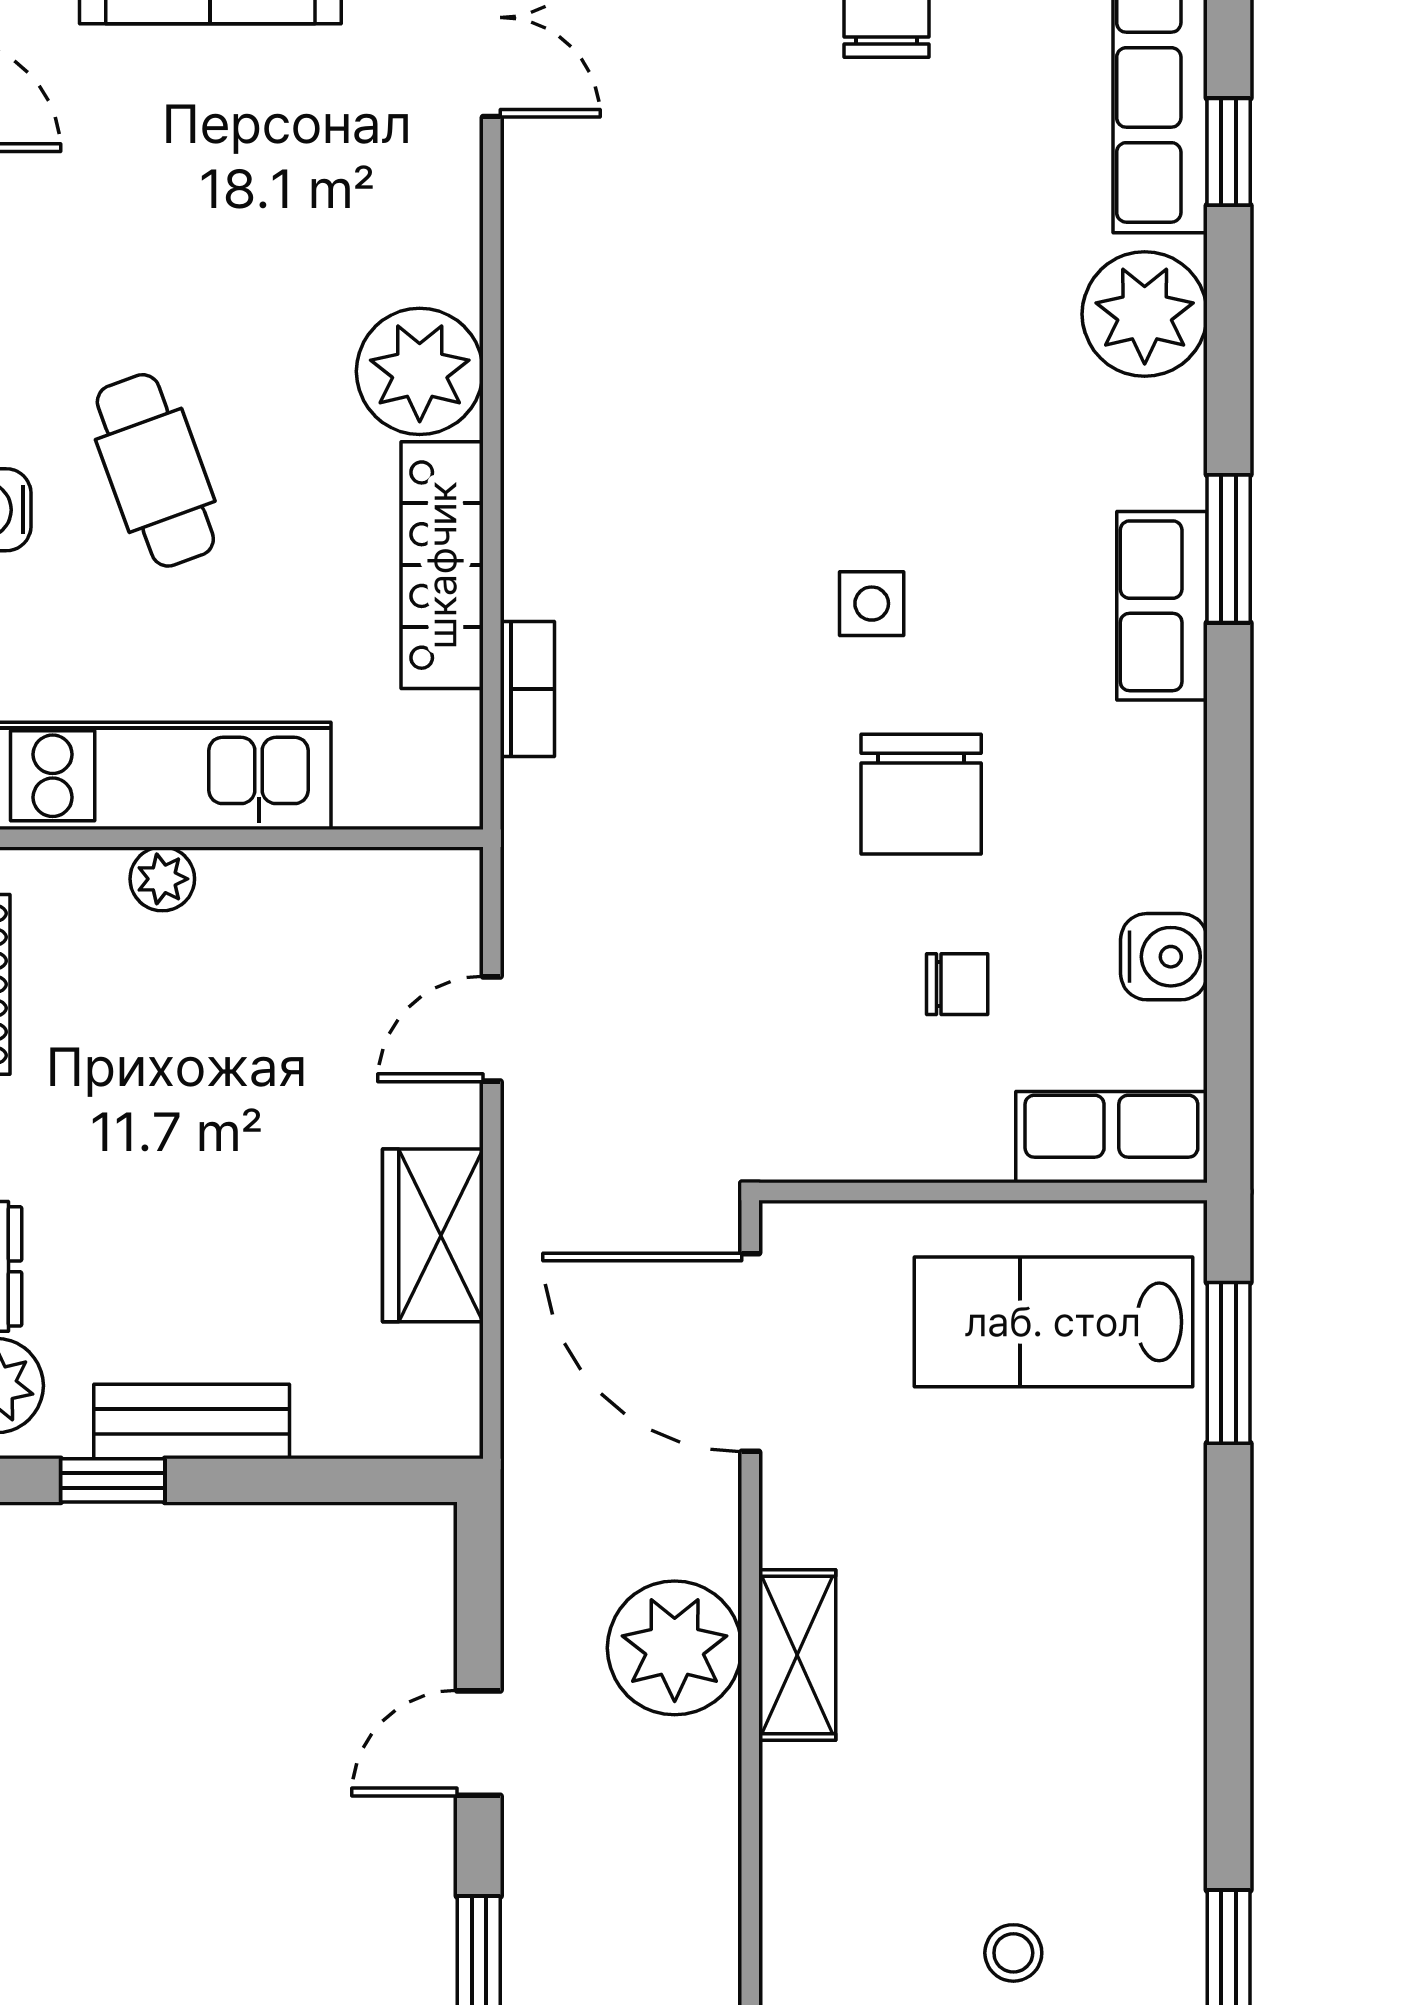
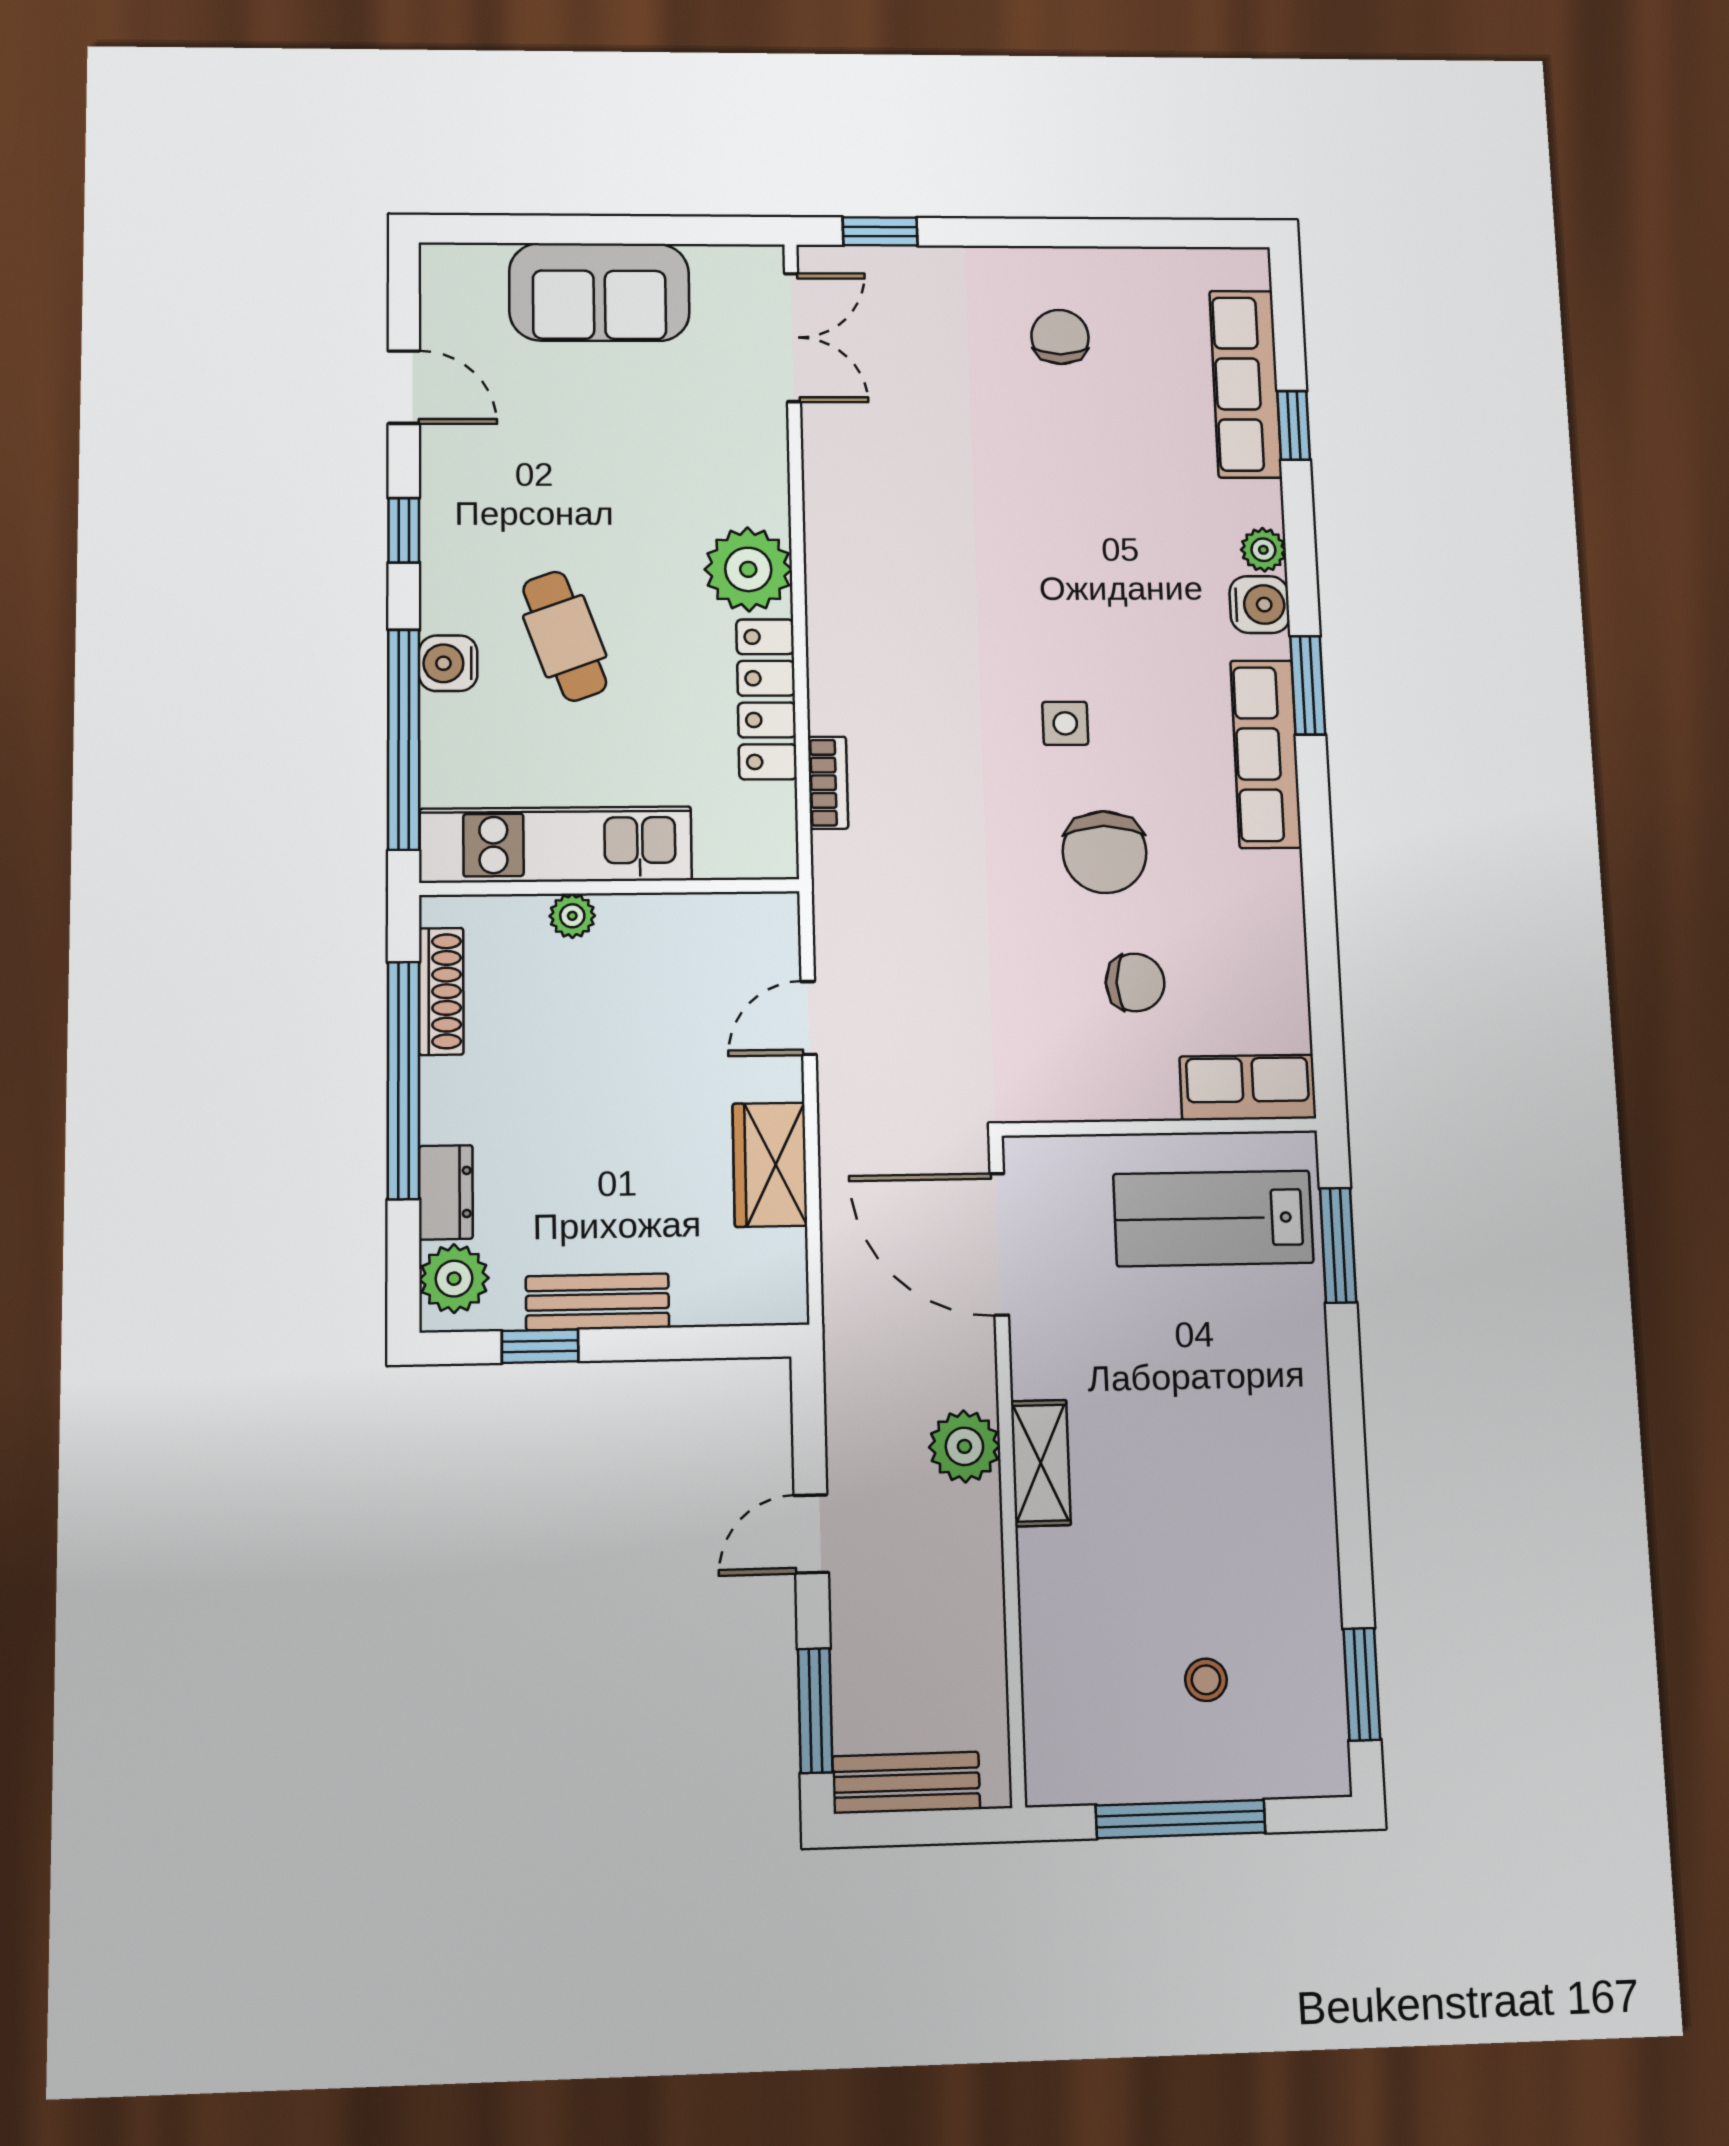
plant: (1145, 314) -> (1263, 550), width x0.53, depth x0.53
row of seats: (1162, 606) -> (1266, 754), width x1.48
water cooler: (1164, 957) -> (1260, 605), moved
chair: (957, 984) -> (1135, 982), width x1.37, depth x1.37
plant: (675, 1648) -> (964, 1446), width x0.73, depth x0.73

